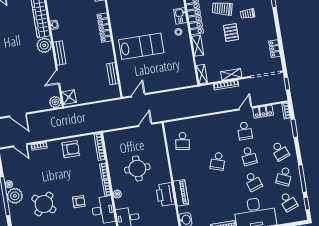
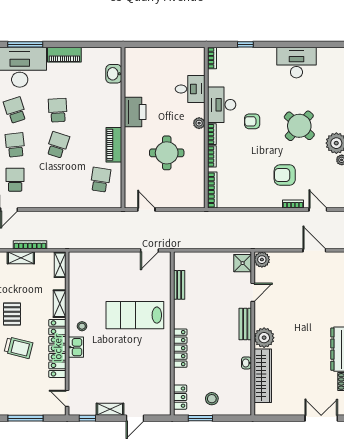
door: (145, 125) -> (146, 209), swing flipped
armchair: (71, 149) -> (285, 175), moved
school desk: (222, 187) -> (58, 110), added
piano: (181, 193) -> (114, 145), moved

